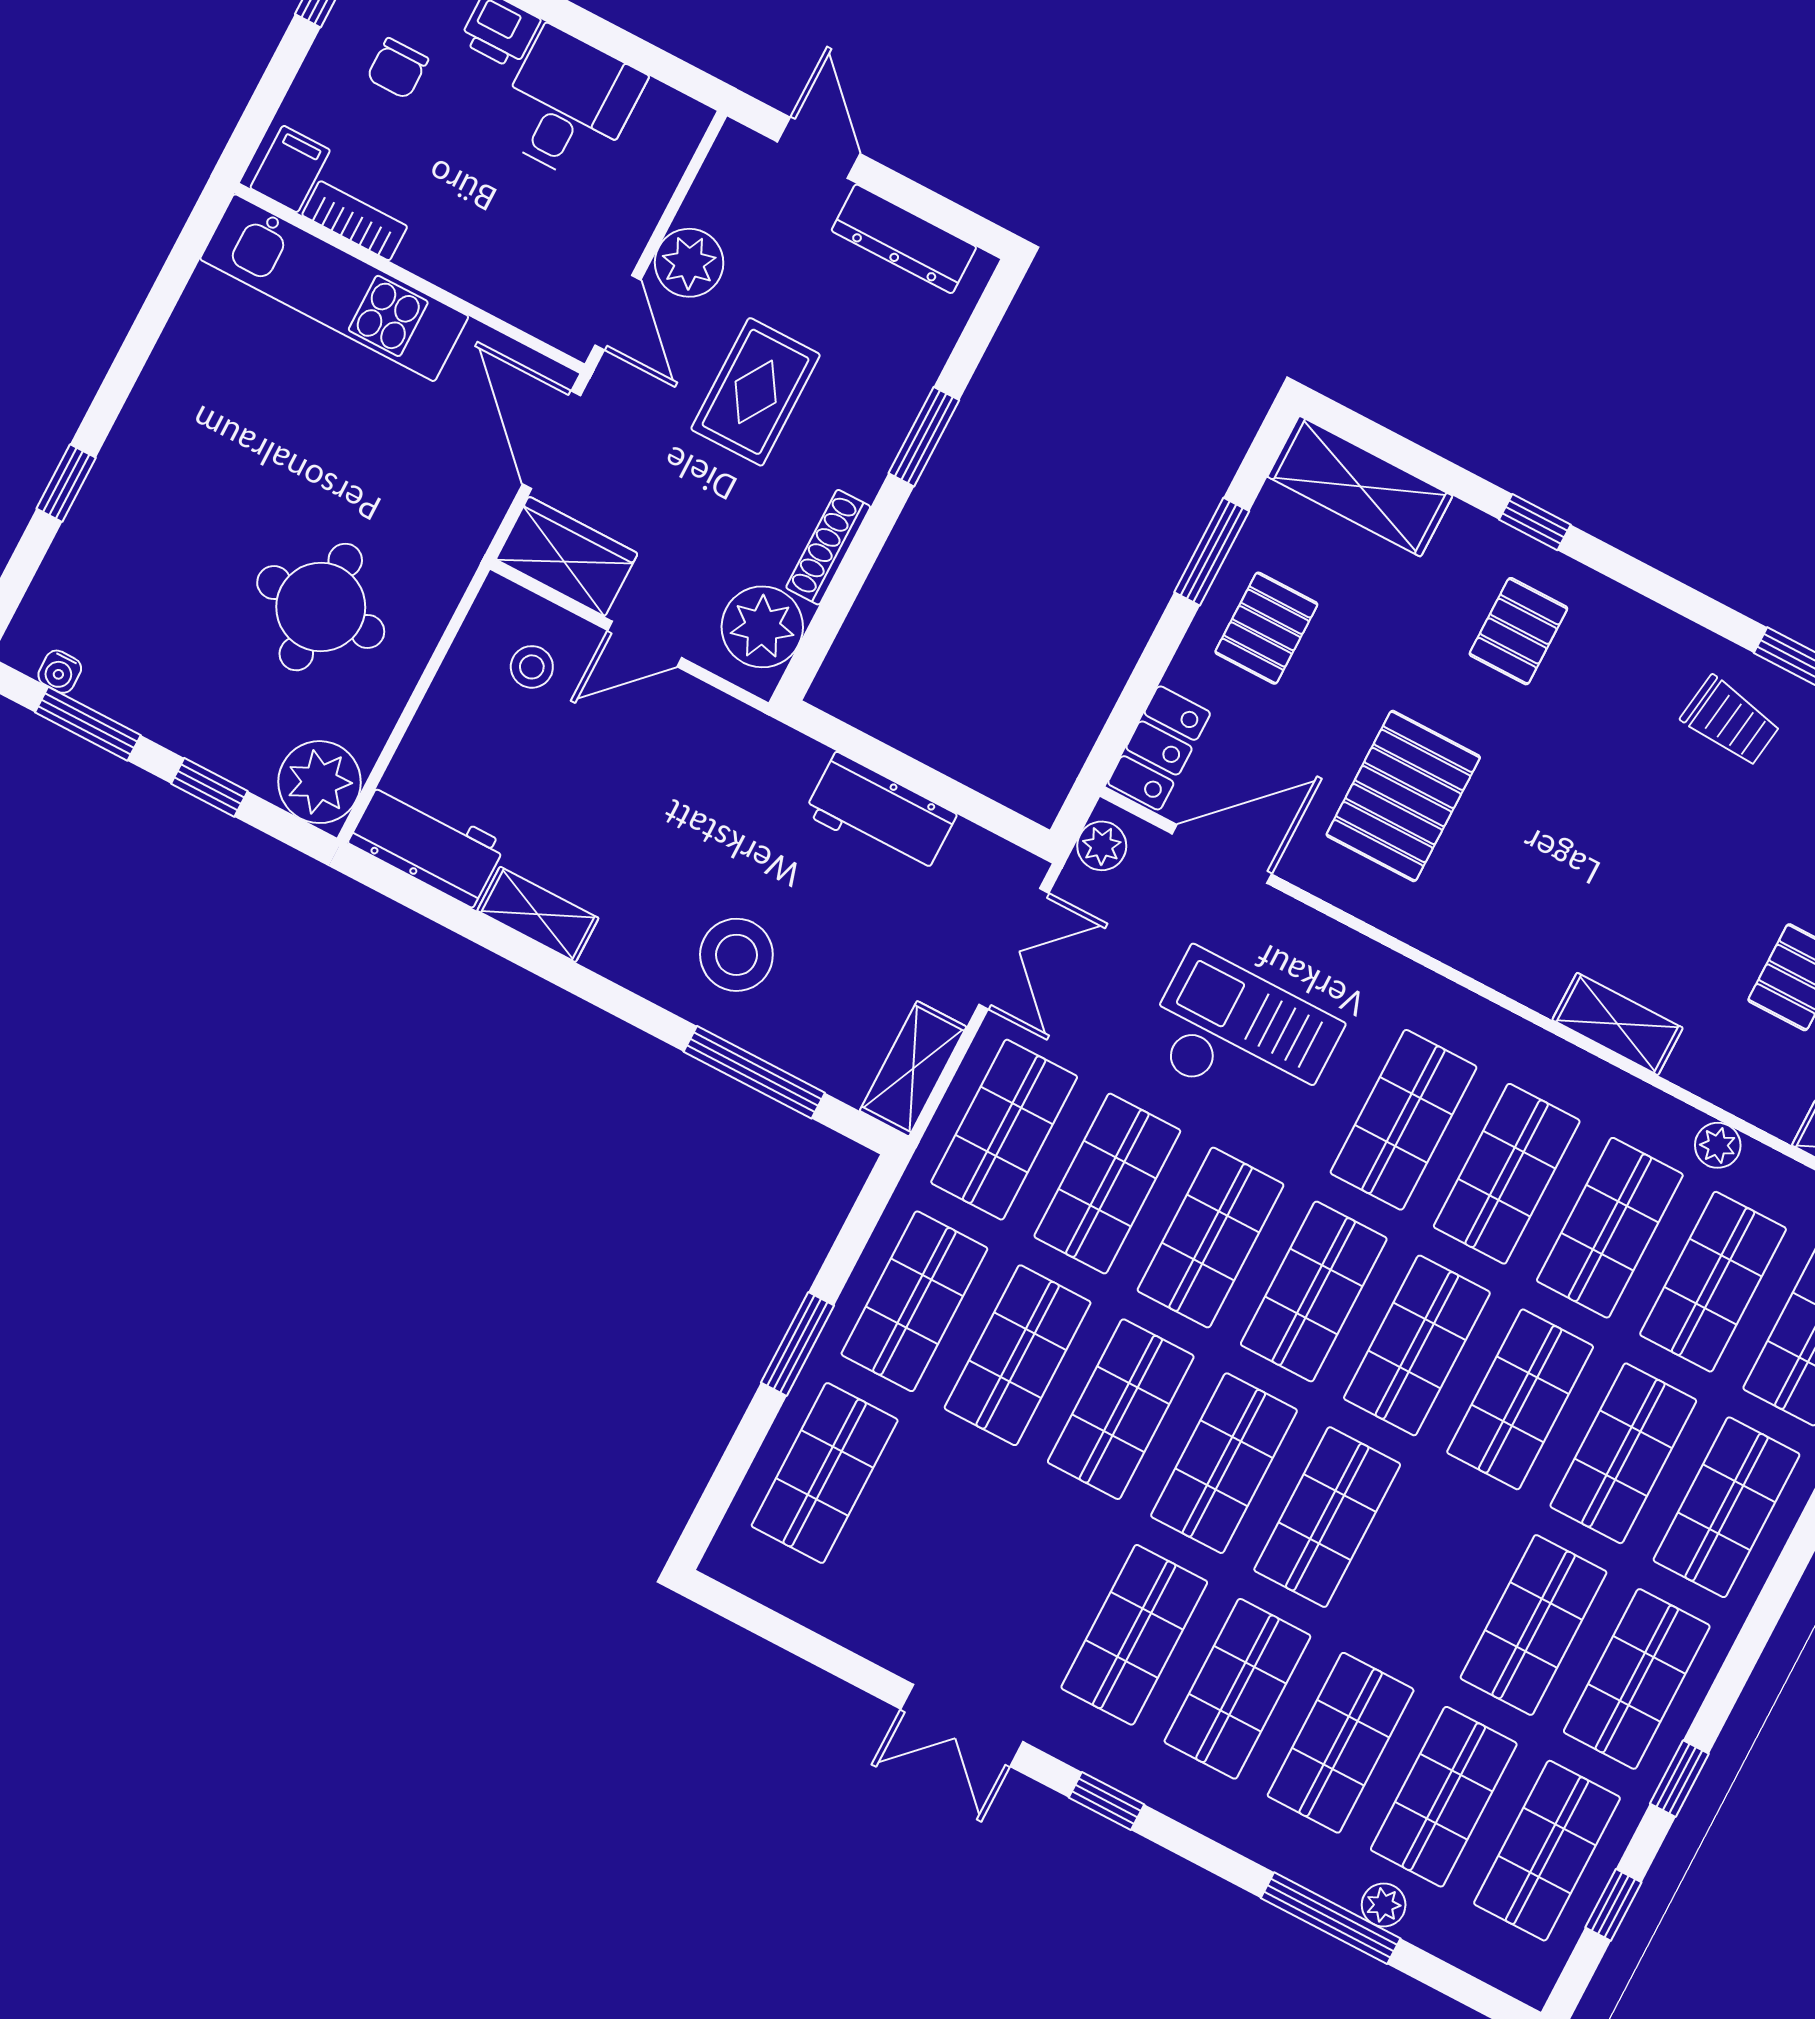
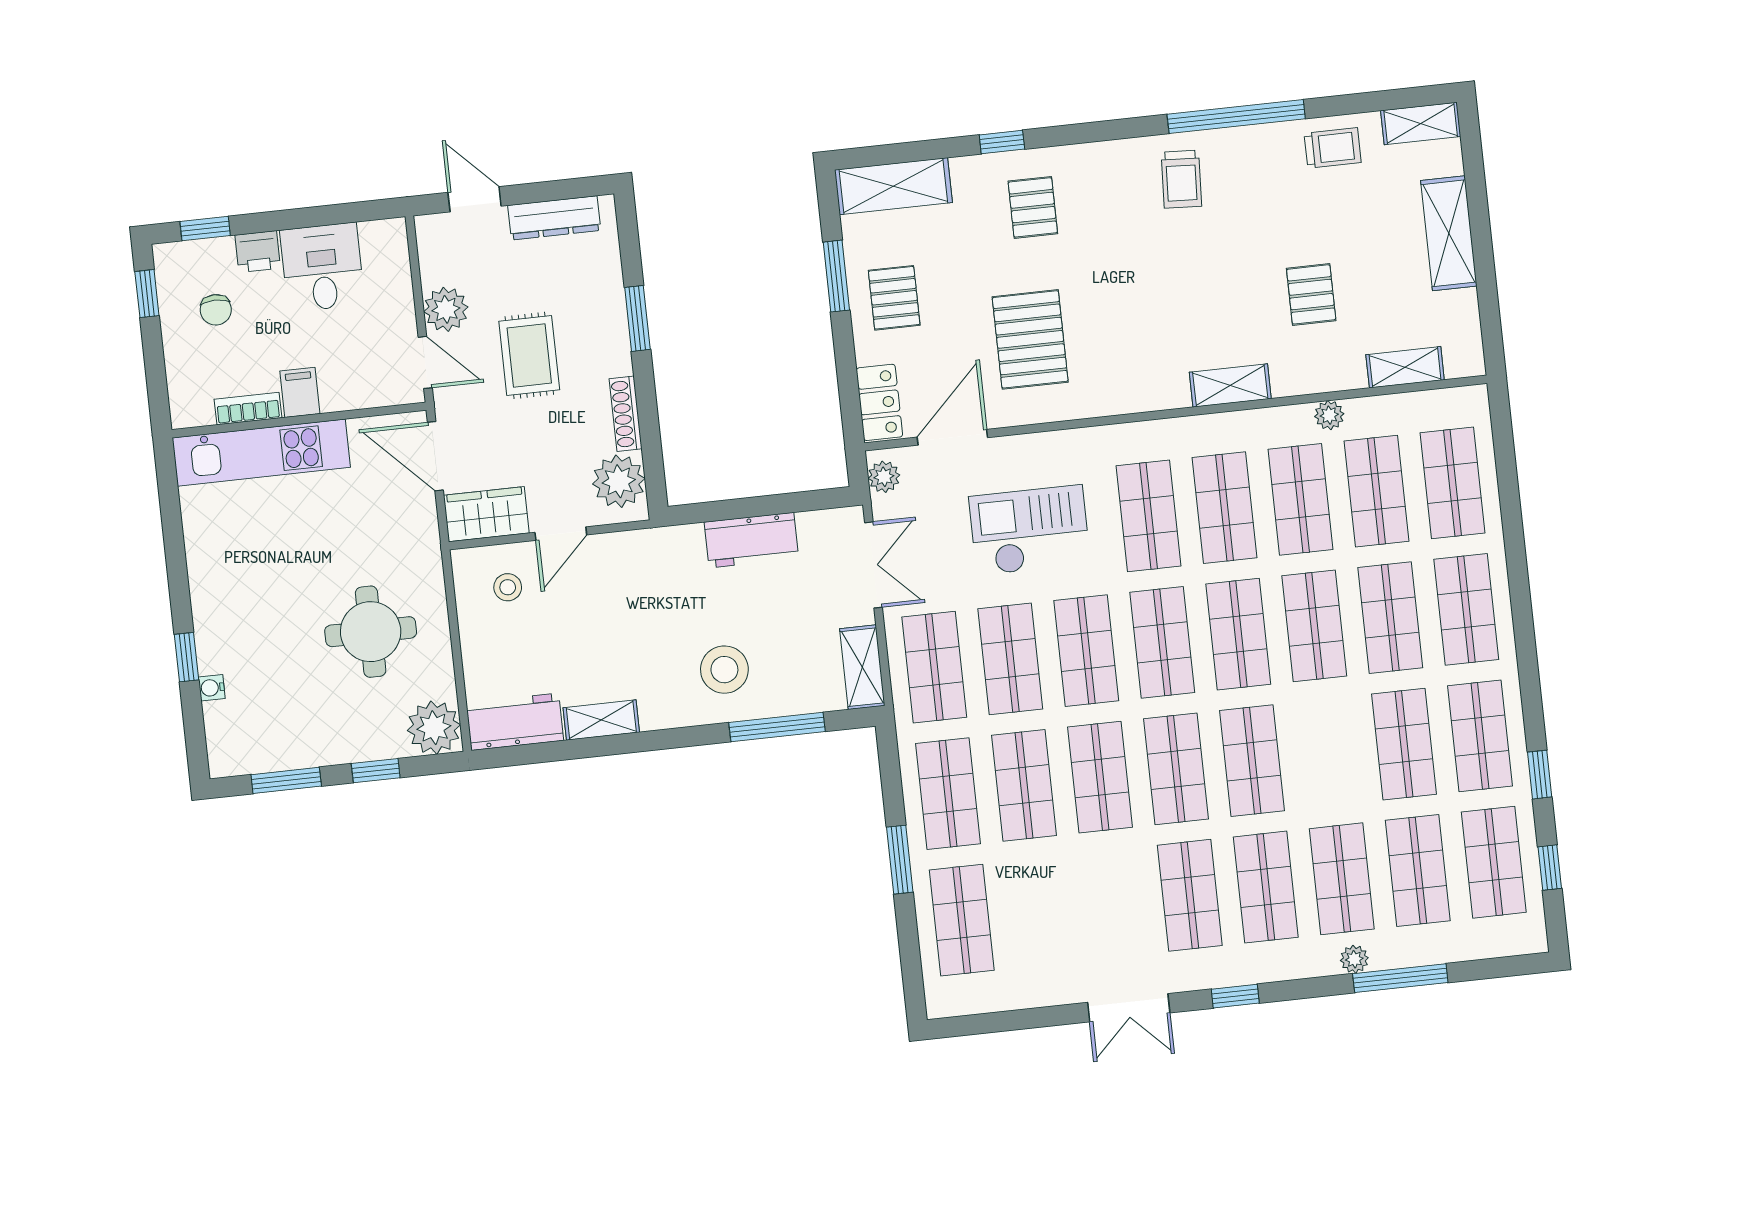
filing cabinet: (290, 169) -> (300, 392), moved
water cooler: (60, 672) -> (212, 688), moved, turned 90
trolley: (1731, 721) -> (1181, 179), turned 85
plant: (1384, 1905) -> (1354, 959), moved

